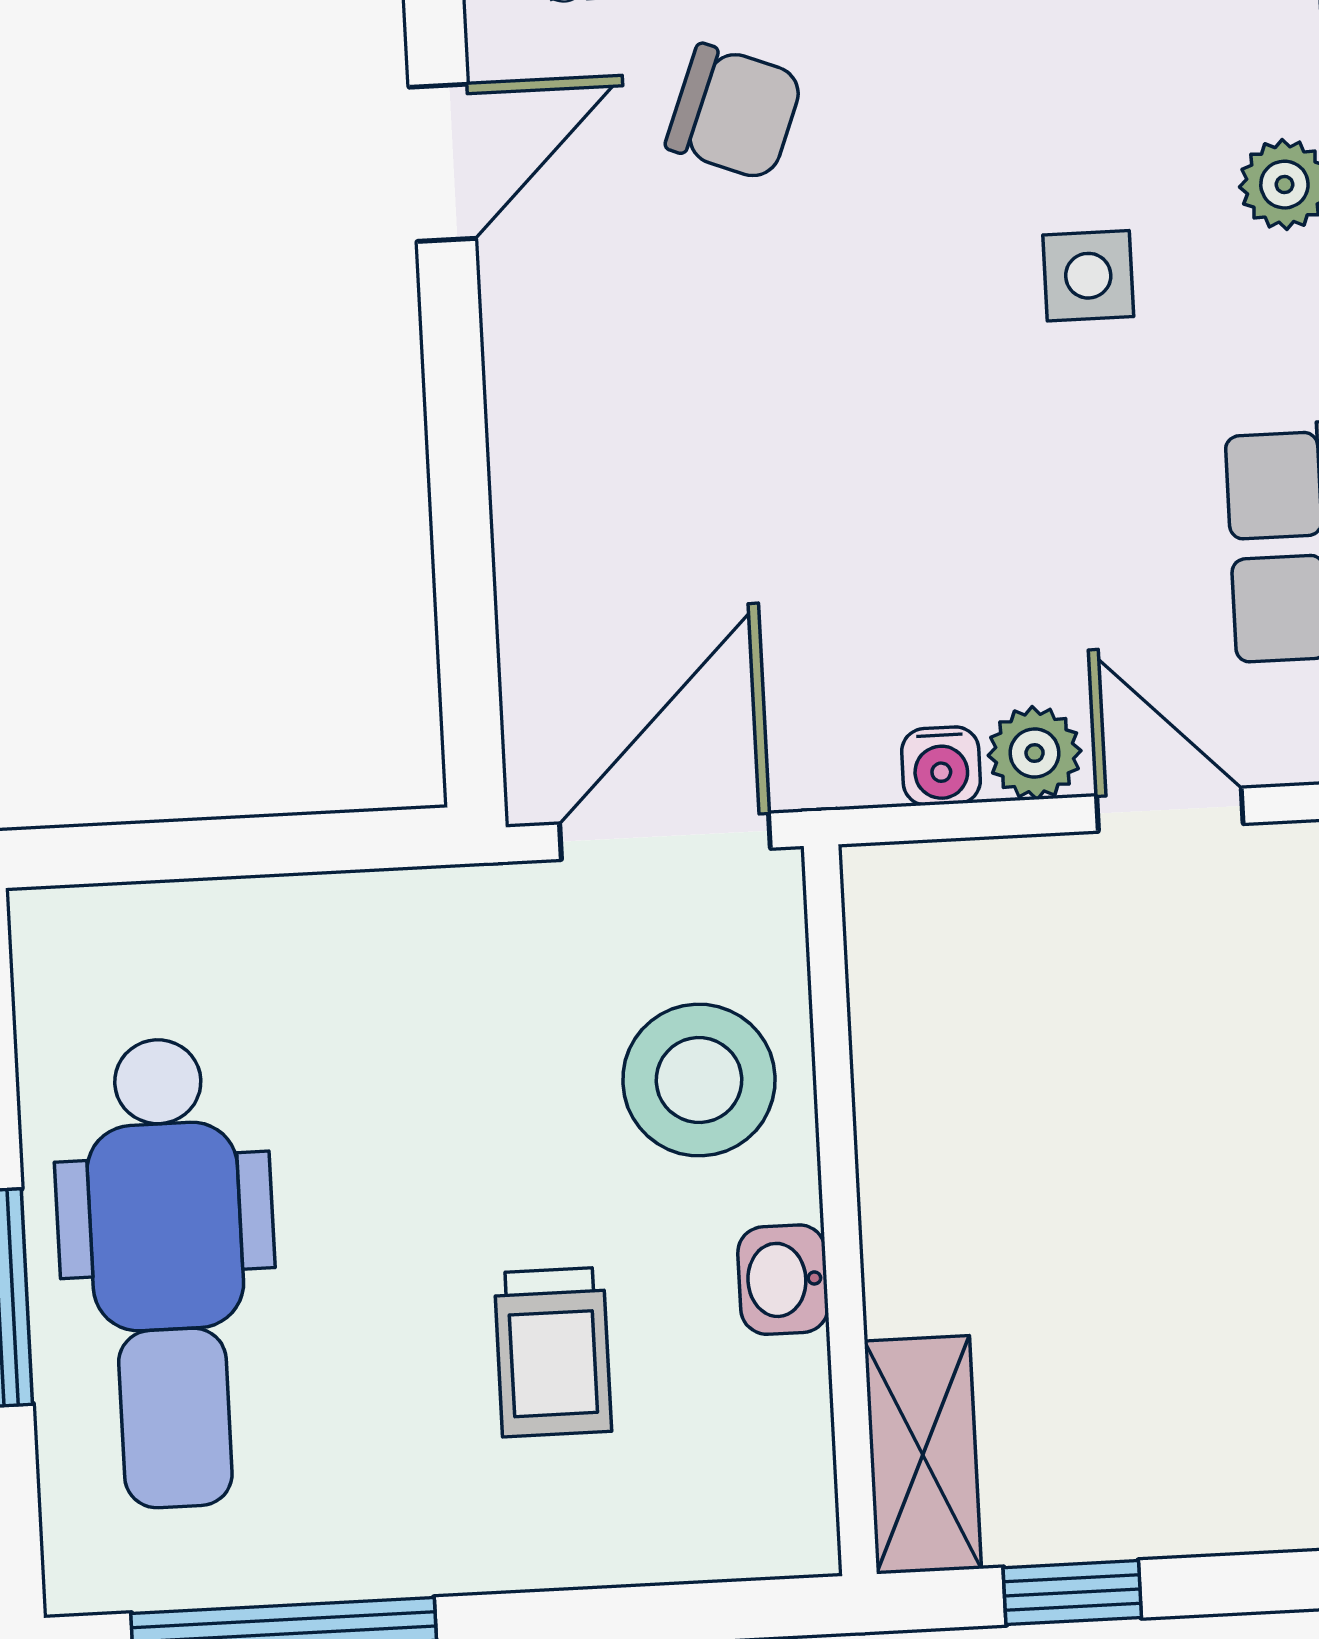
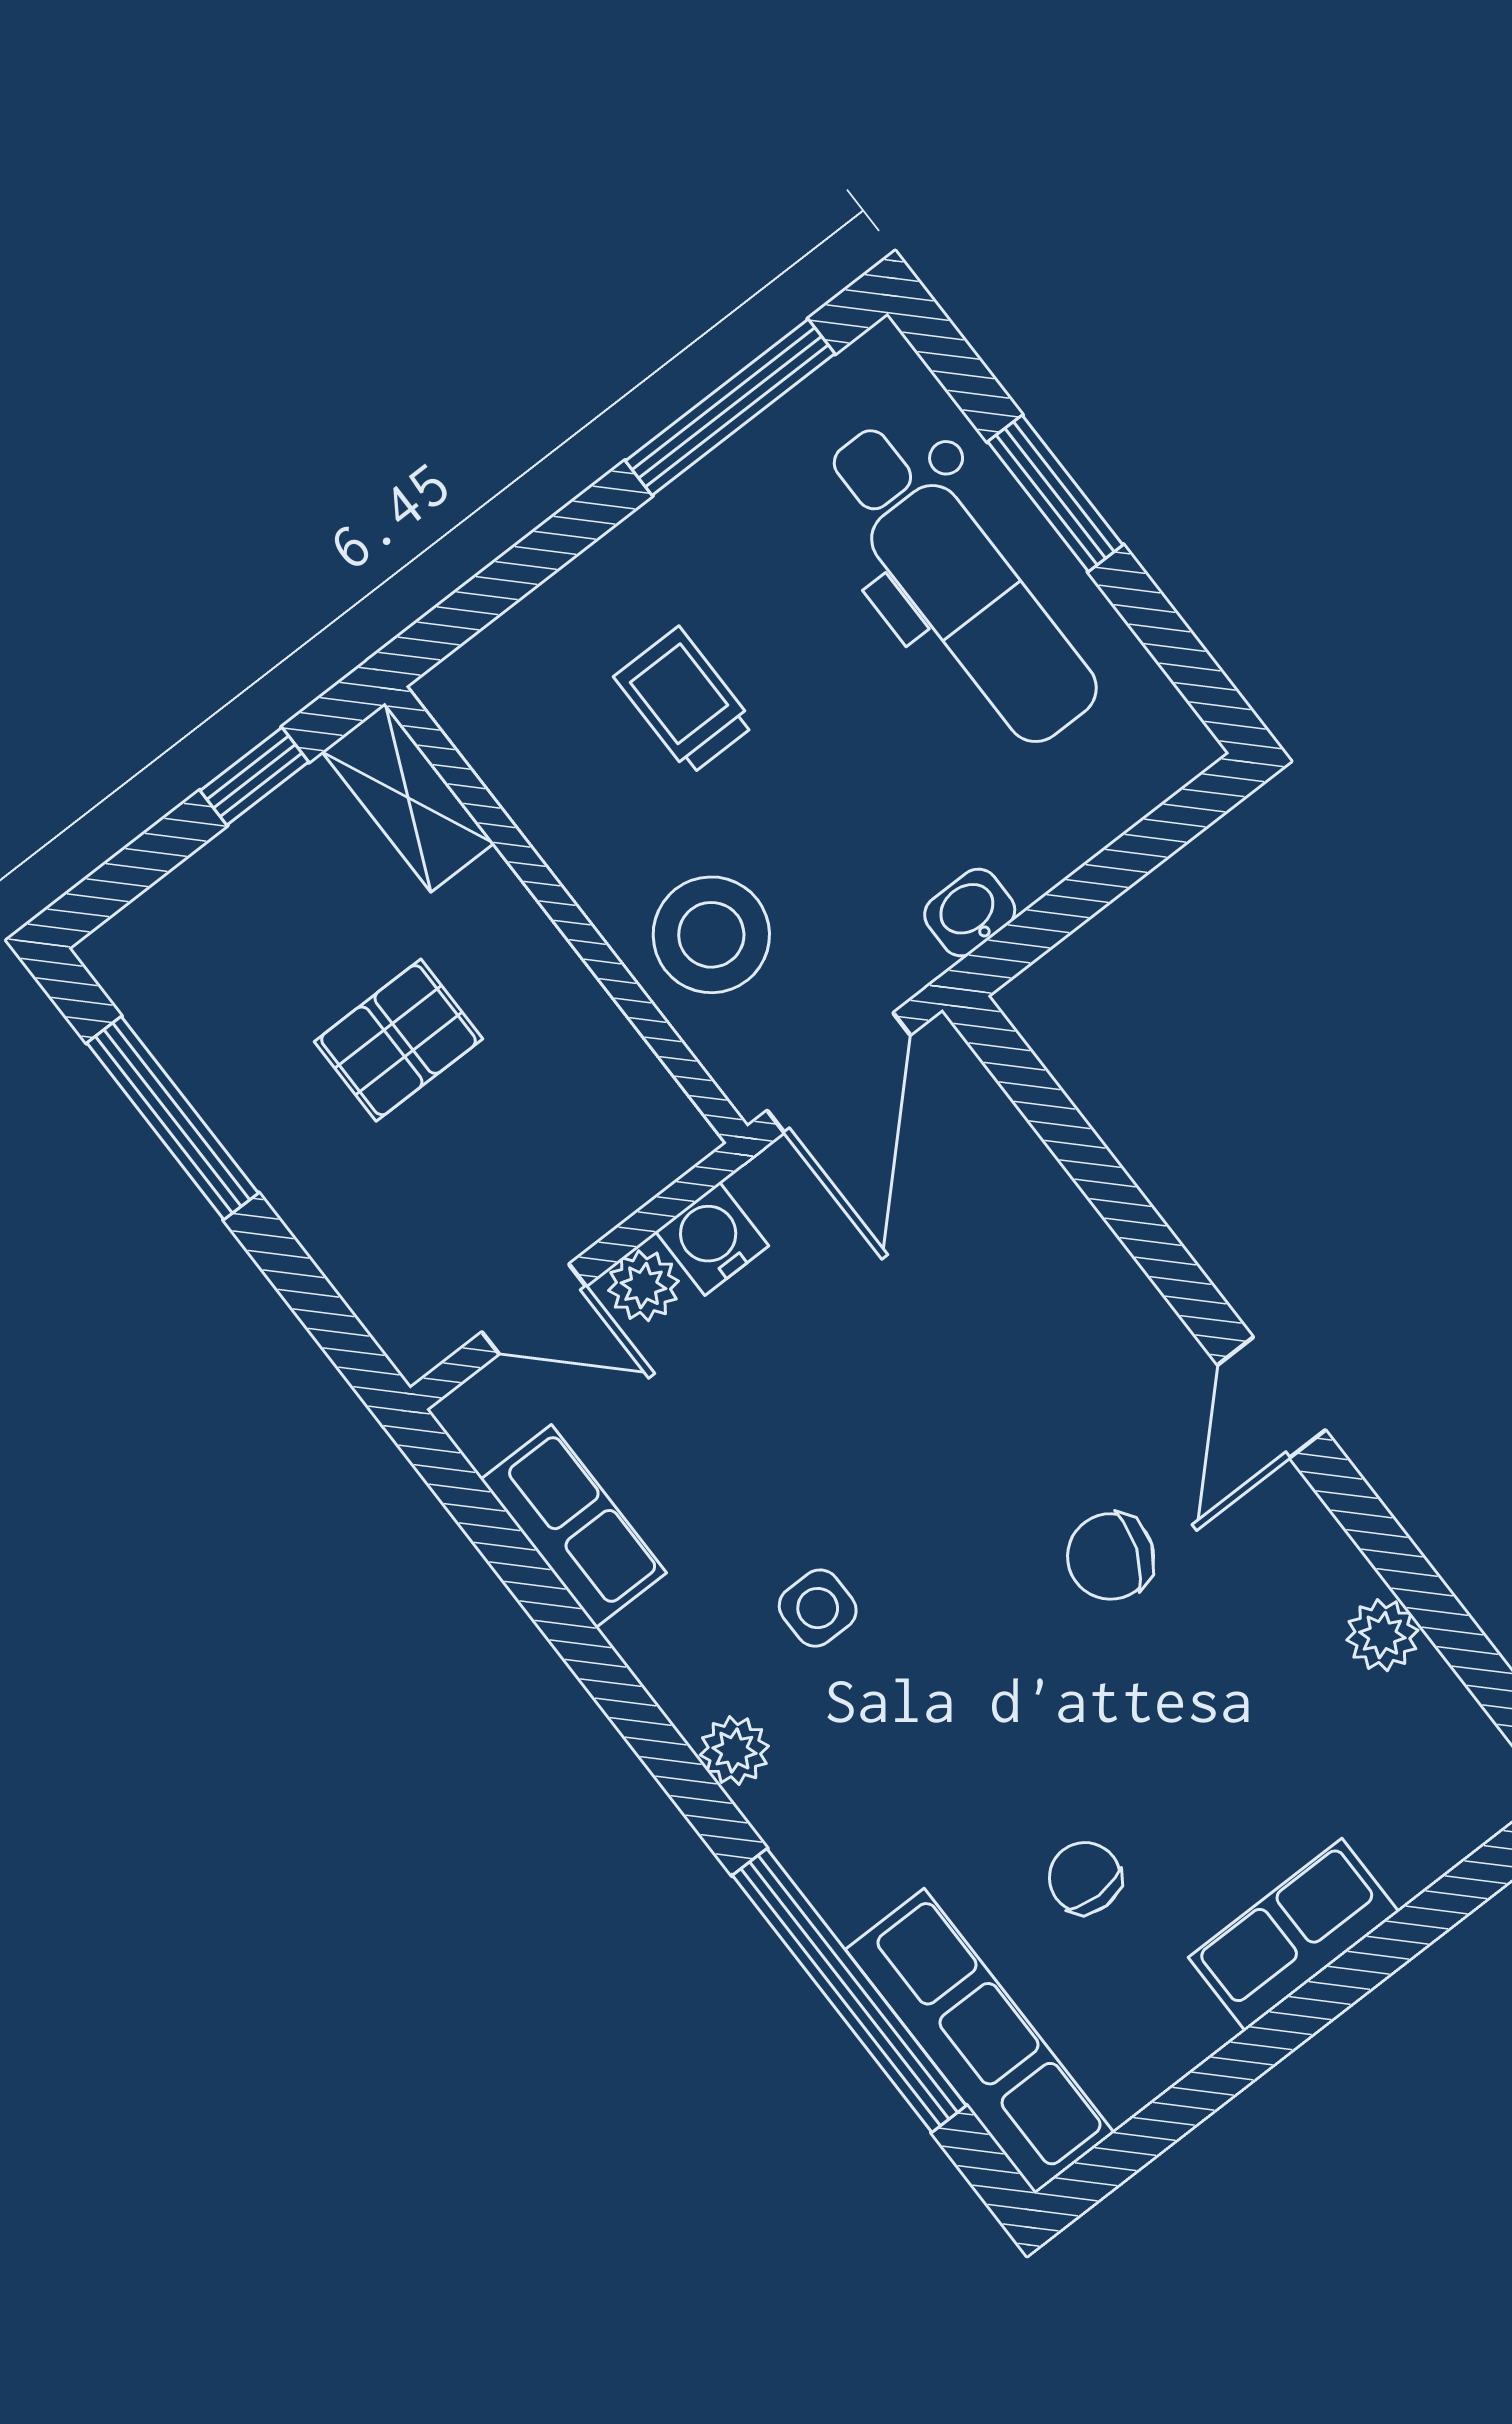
water cooler: (941, 766) -> (712, 1239), width x1.38, depth x1.38
pallet: (1115, 1201) -> (398, 1040), added
dental chair: (168, 1273) -> (960, 583), turned 180
washbasin: (783, 1280) -> (970, 912), moved, turned -90

